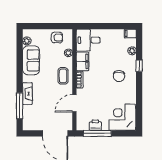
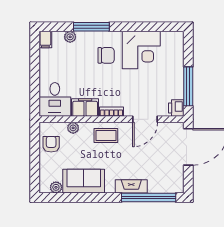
window: (139, 66) -> (91, 27), width x2.17
door: (74, 103) -> (145, 119), hinge flipped
window: (20, 106) -> (149, 198), width x1.46
corner desk: (122, 117) -> (141, 50), moved, turned -90
printer: (95, 125) -> (176, 108), moved

